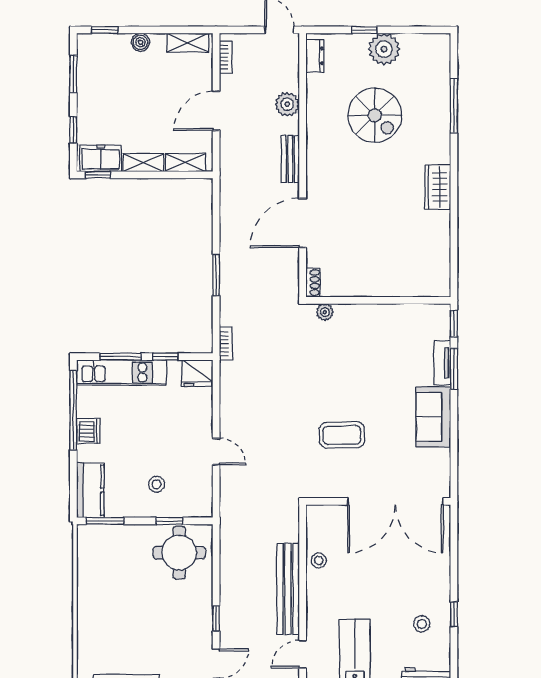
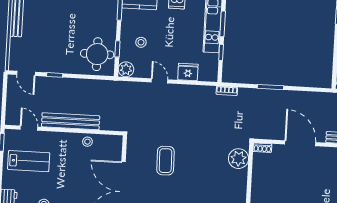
plant: (325, 312) -> (239, 159), width x1.87, depth x1.87
fridge: (197, 373) -> (188, 72), moved, turned 90
door: (216, 452) -> (160, 81), swing flipped
plant: (201, 506) -> (126, 69), added

